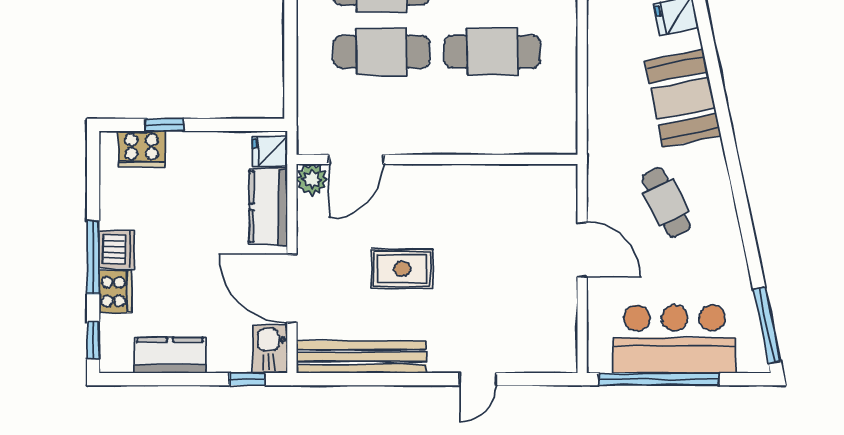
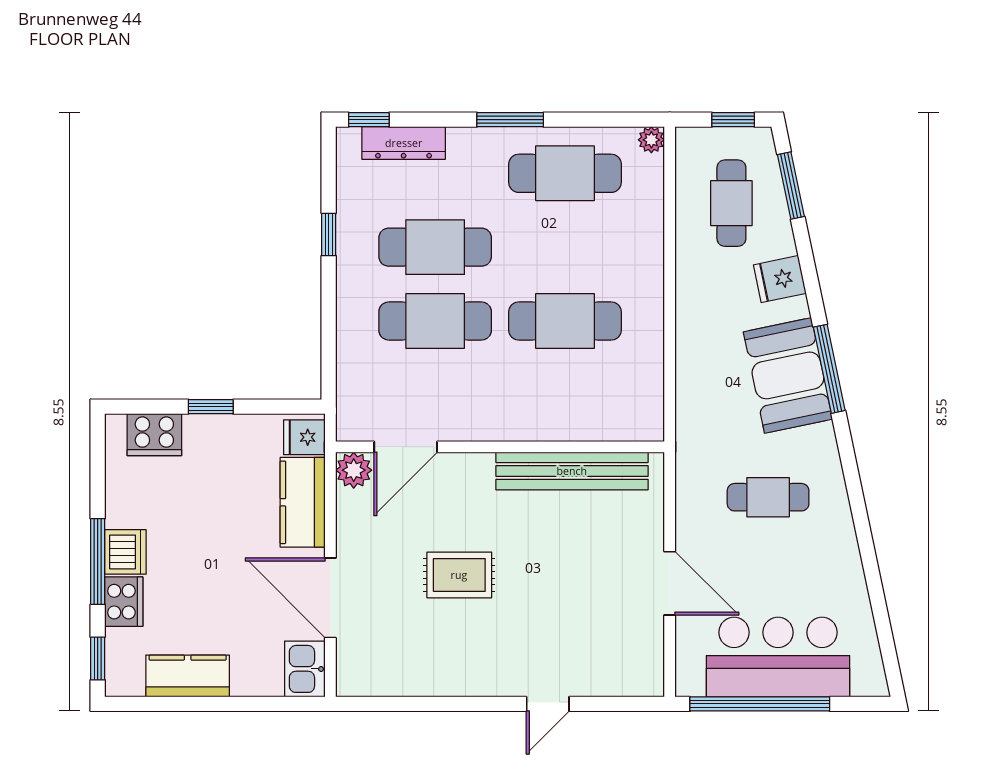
window: (164, 125) -> (211, 407), moved
cafe table: (666, 202) -> (768, 497), turned -64
door: (582, 250) -> (670, 583), moved
window: (767, 325) -> (829, 369), moved
bench: (361, 357) -> (572, 471), moved
window: (247, 379) -> (278, 704), removed

